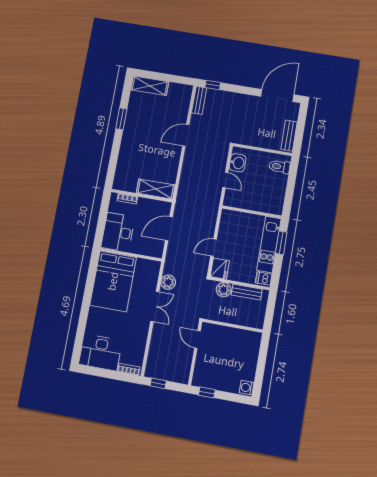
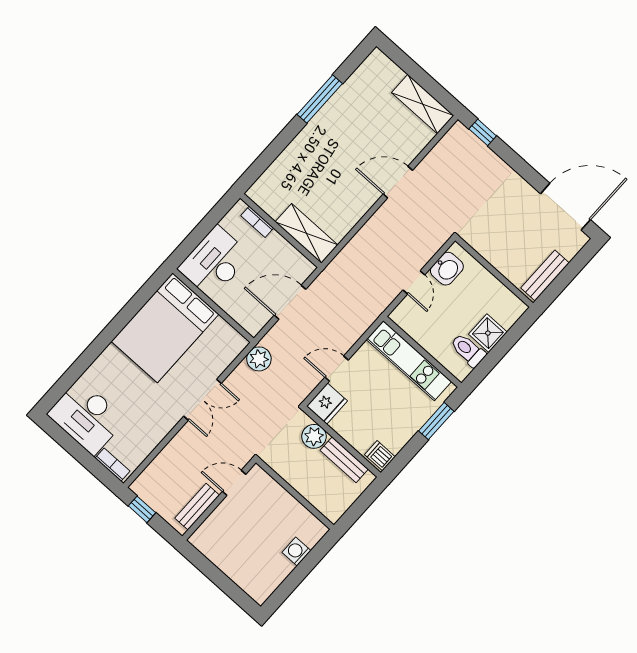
shelving: (150, 86) -> (423, 104), moved
bench: (199, 100) -> (197, 507), moved
window: (121, 119) -> (320, 99), width x1.44
toilet: (279, 167) -> (468, 350), moved
shower: (279, 182) -> (488, 333), added
kitchen unit: (269, 244) -> (409, 361), moved, turned -90
plant: (168, 282) -> (259, 359), moved
door: (197, 340) -> (234, 483), hinge flipped
washing machine: (247, 388) -> (296, 551), moved
window: (207, 392) -> (202, 563), removed

